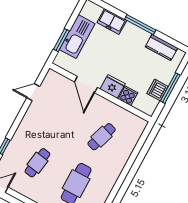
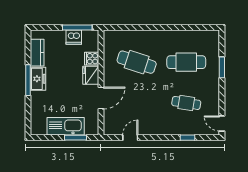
freezer: (112, 21) -> (38, 79), moved
window: (170, 88) -> (77, 27), moved
door: (33, 92) -> (130, 138), swing flipped
cafe table: (102, 137) -> (137, 62), width x1.37, depth x1.35

